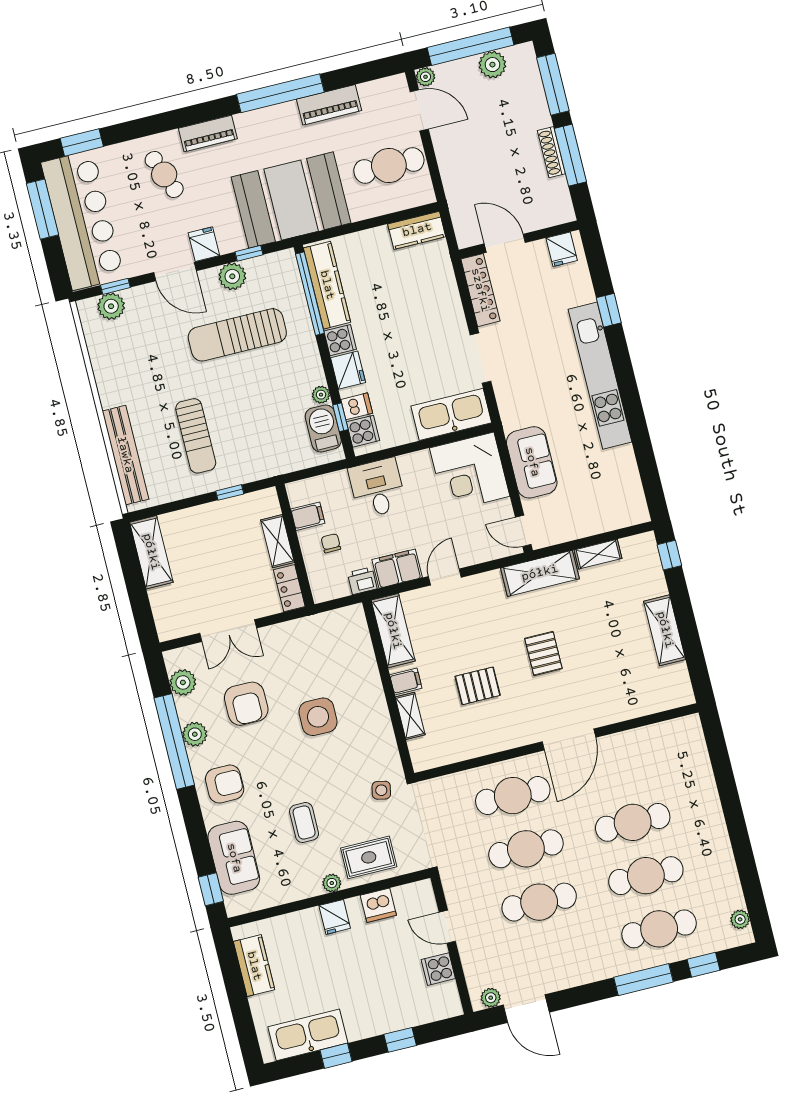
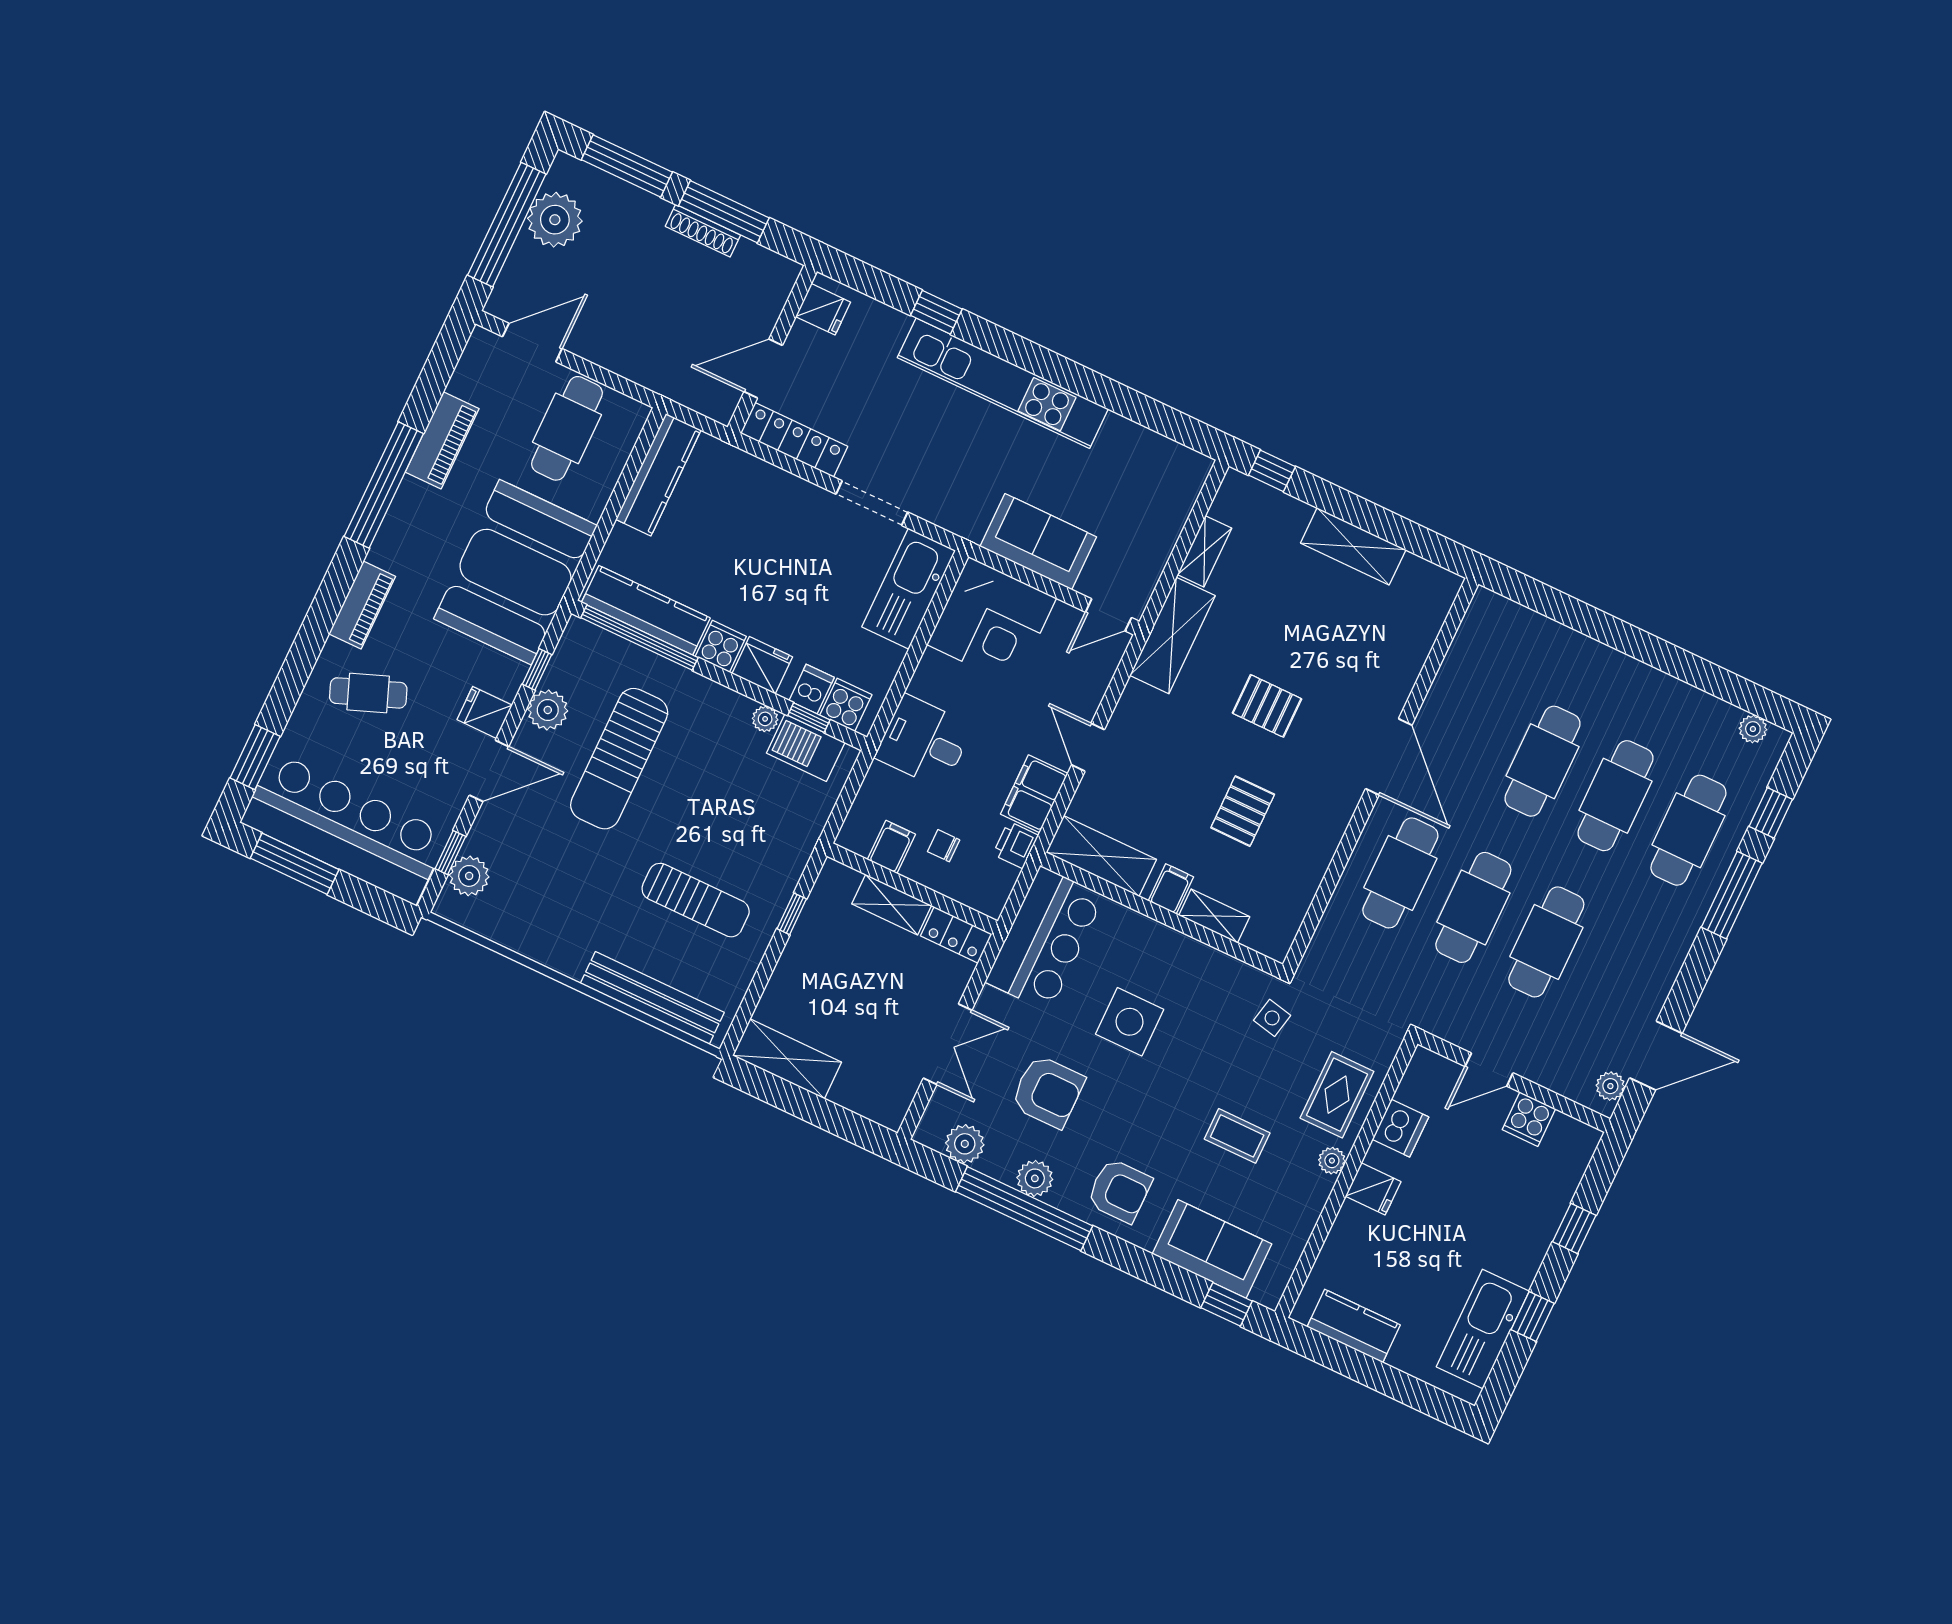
plant: (492, 65) -> (555, 220), width x1.36, depth x1.36
plant: (425, 77) -> (500, 304), removed
kitchen counter: (417, 230) -> (658, 475), width x1.50
bar counter: (325, 637) -> (1045, 939), added
armchair: (225, 784) -> (1119, 1191), turned 90

